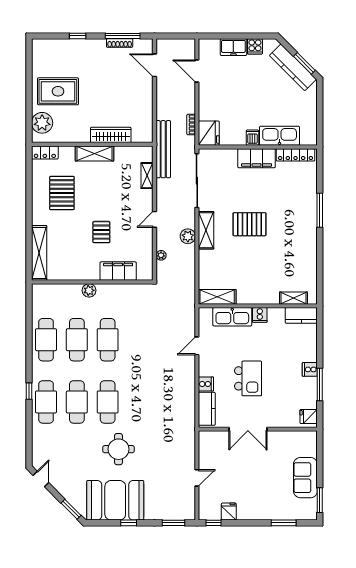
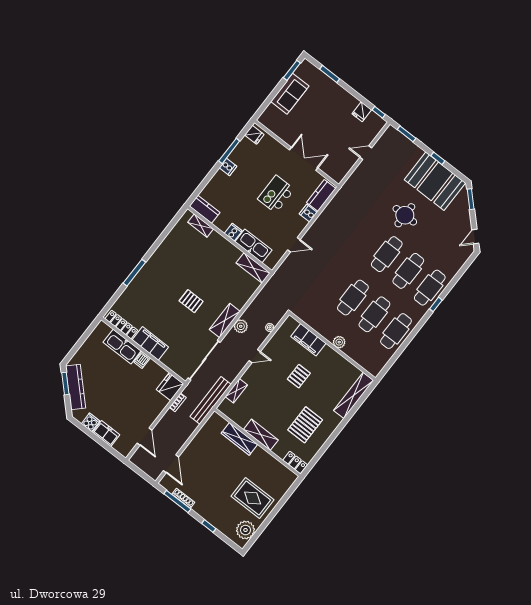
plant: (42, 123) -> (245, 530), moved
pallet: (249, 224) -> (191, 301), width x0.67, depth x0.71

